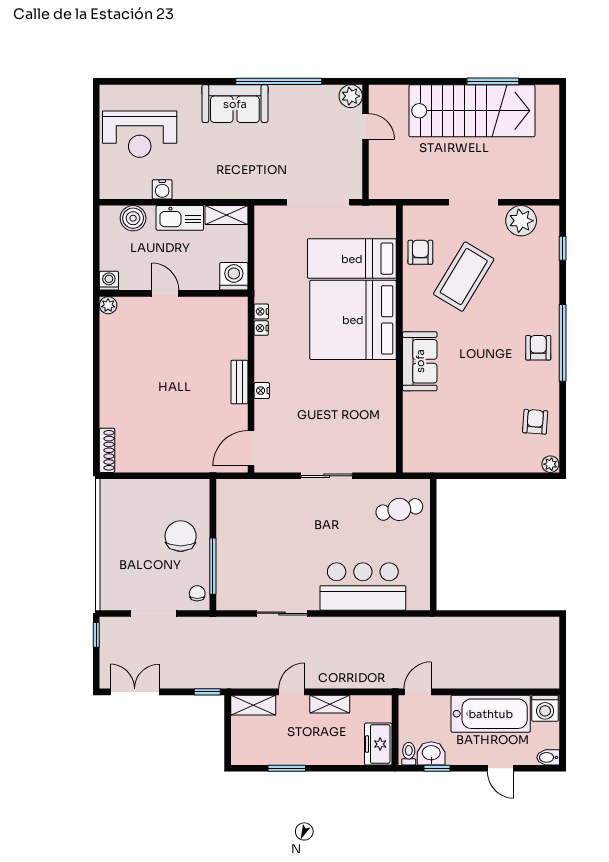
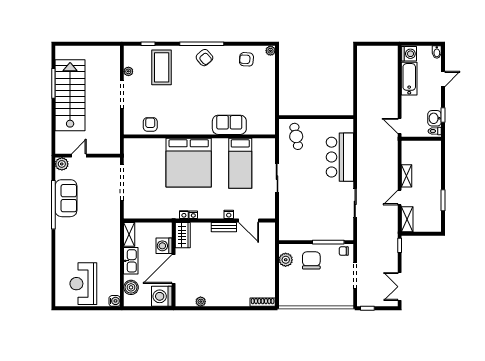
sofa: (235, 104) -> (66, 198), moved
reception desk: (140, 134) -> (83, 284), turned 180
water cooler: (162, 189) -> (115, 301), moved
plant: (521, 221) -> (128, 71), width x0.53, depth x0.53
armchair: (420, 252) -> (150, 124), turned 90
bed: (352, 259) -> (240, 163), moved
washing machine: (234, 276) -> (164, 246), moved
coffee table: (464, 277) -> (162, 67), moved, turned 59
washing machine: (109, 281) -> (162, 296), width x1.89, depth x1.89
door: (165, 293) -> (174, 269), width x1.88
plant: (108, 305) -> (201, 302), moved
wardrobe: (225, 310) -> (183, 235), added
armchair: (538, 348) -> (204, 58), turned -131
sofa: (420, 361) -> (229, 125), moved
door: (251, 448) -> (249, 221), moved
plant: (182, 491) -> (286, 260), added
chair: (181, 536) -> (311, 260), turned 90
door: (292, 692) -> (400, 197), hinge flipped
bathtub: (491, 714) -> (409, 79), width x0.73, depth x0.73
freezer: (378, 744) -> (429, 148), removed

